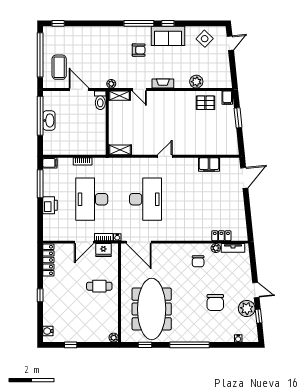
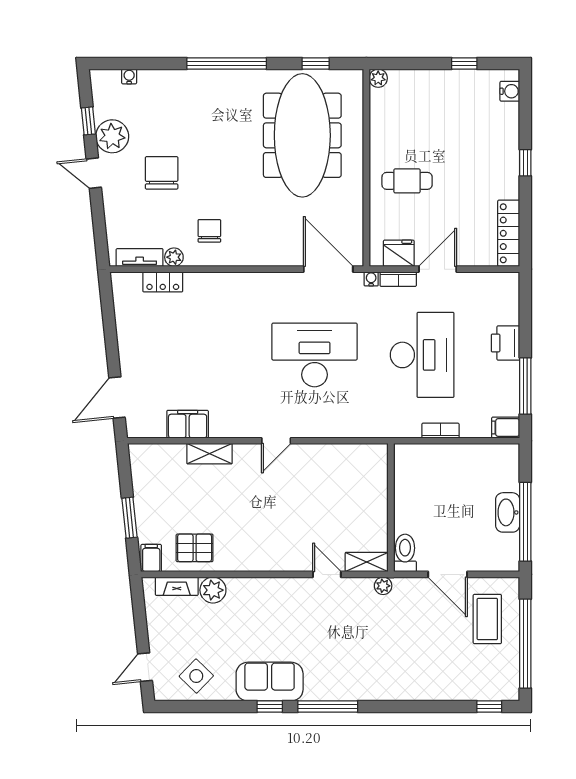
armchair: (139, 50) -> (328, 653), removed
fireplace: (163, 84) -> (177, 586), moved
shelving: (120, 150) -> (209, 454), moved
desk: (146, 199) -> (315, 355), turned 90
chair: (215, 303) -> (162, 173), moved

